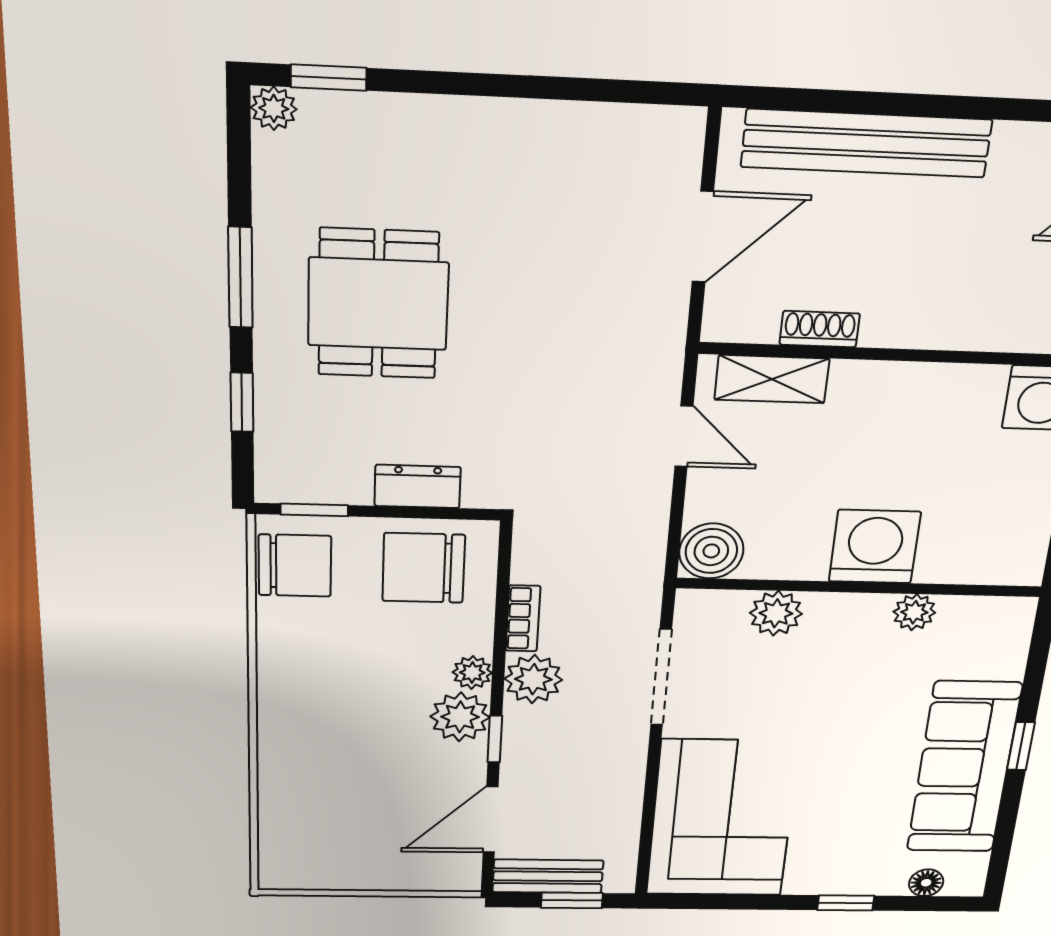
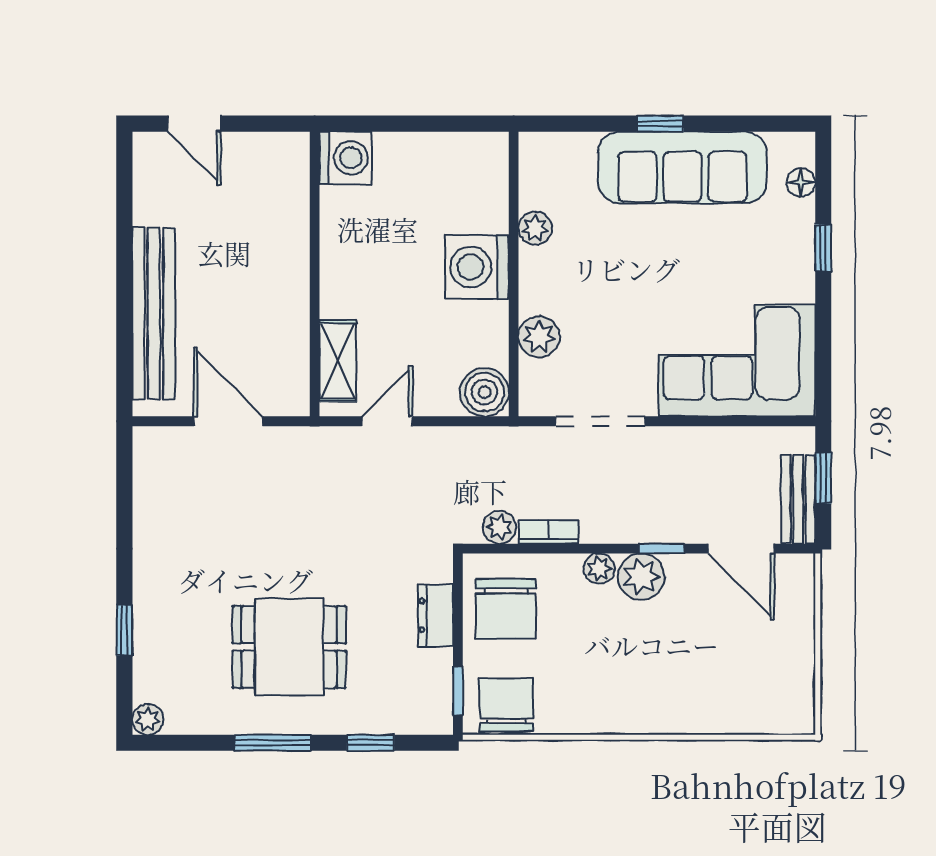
window: (329, 78) -> (124, 630), moved
shoe rack: (820, 329) -> (296, 330), removed
plant: (533, 679) -> (499, 527), moved, width x0.73, depth x0.73

